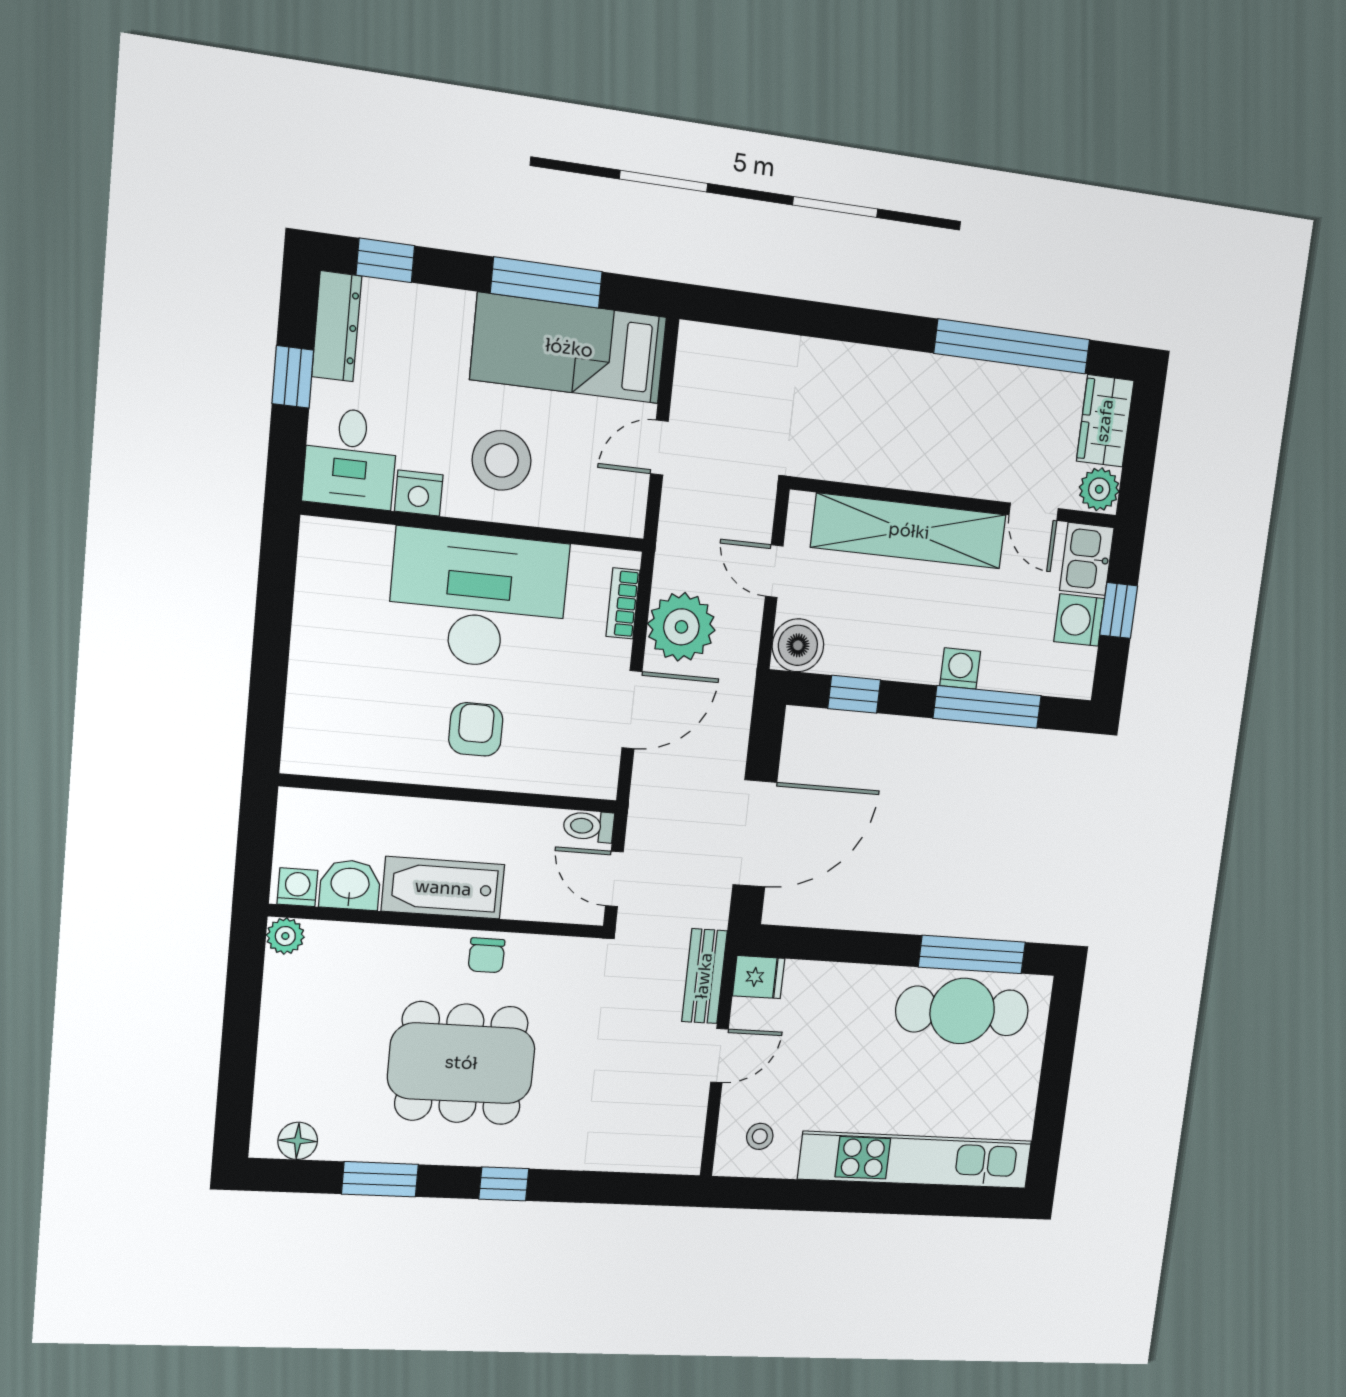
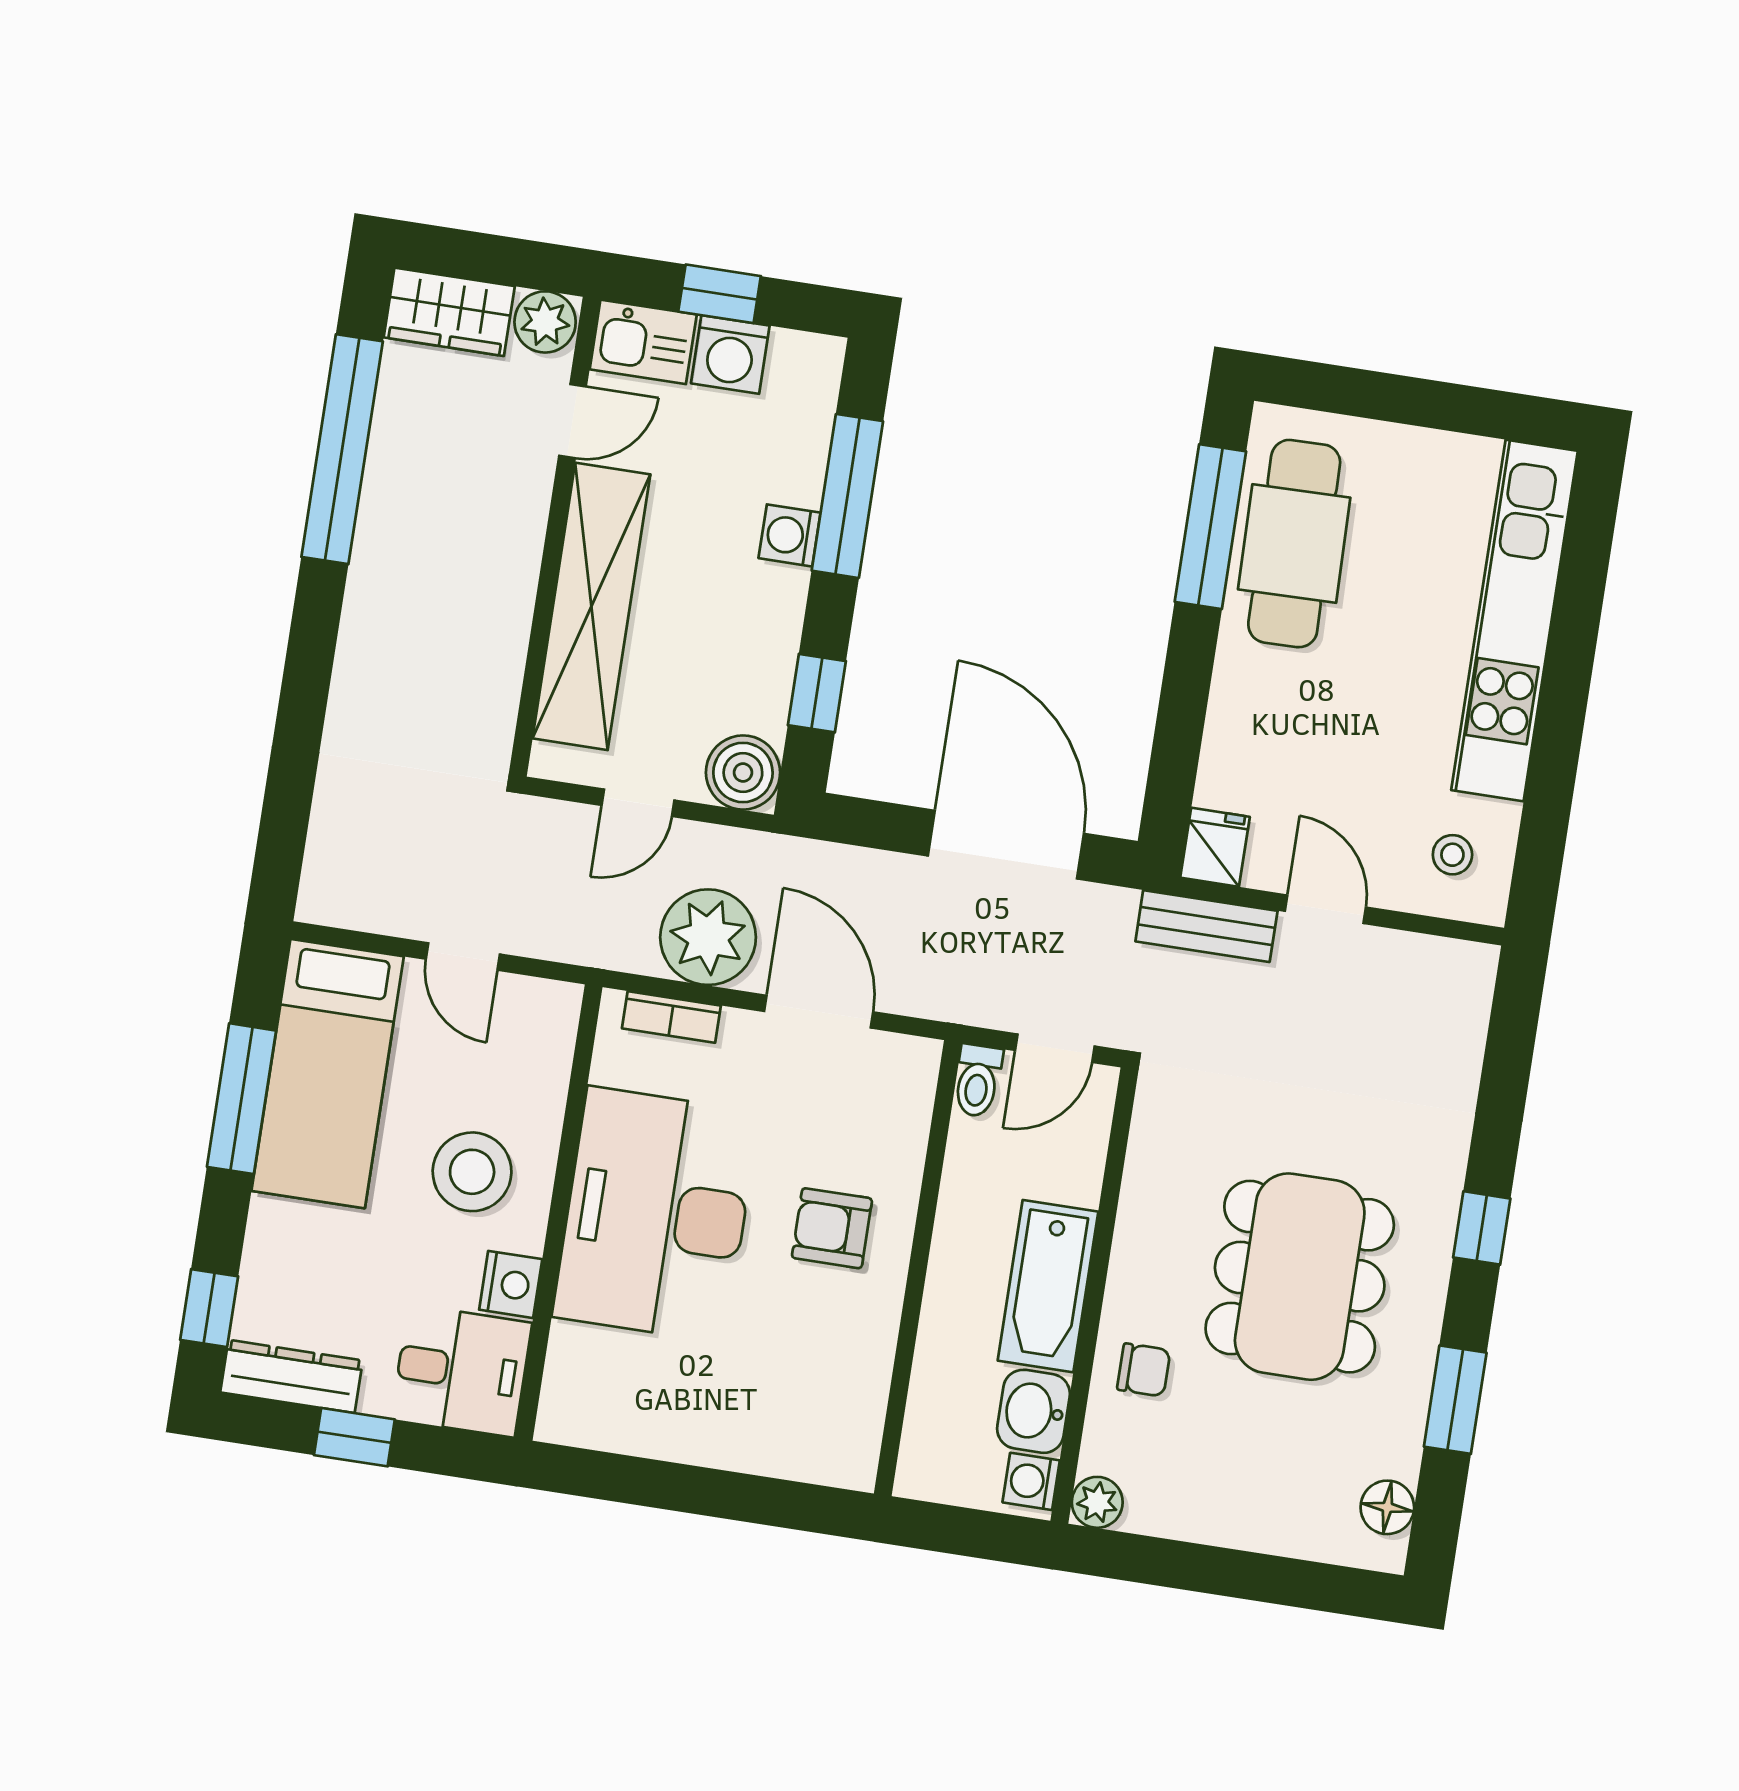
chair: (487, 955) -> (1144, 1370), moved

